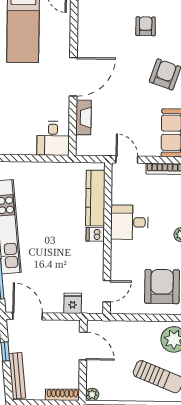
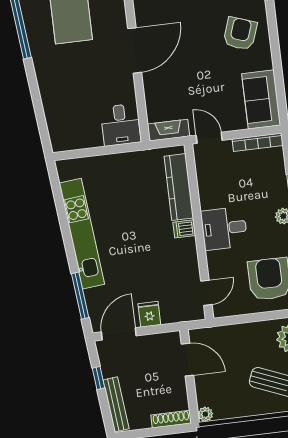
fireplace: (83, 117) -> (169, 130), moved, turned -90
desk: (129, 222) -> (224, 228), moved
fridge: (73, 303) -> (149, 314), moved
door: (28, 316) -> (119, 334), hinge flipped

